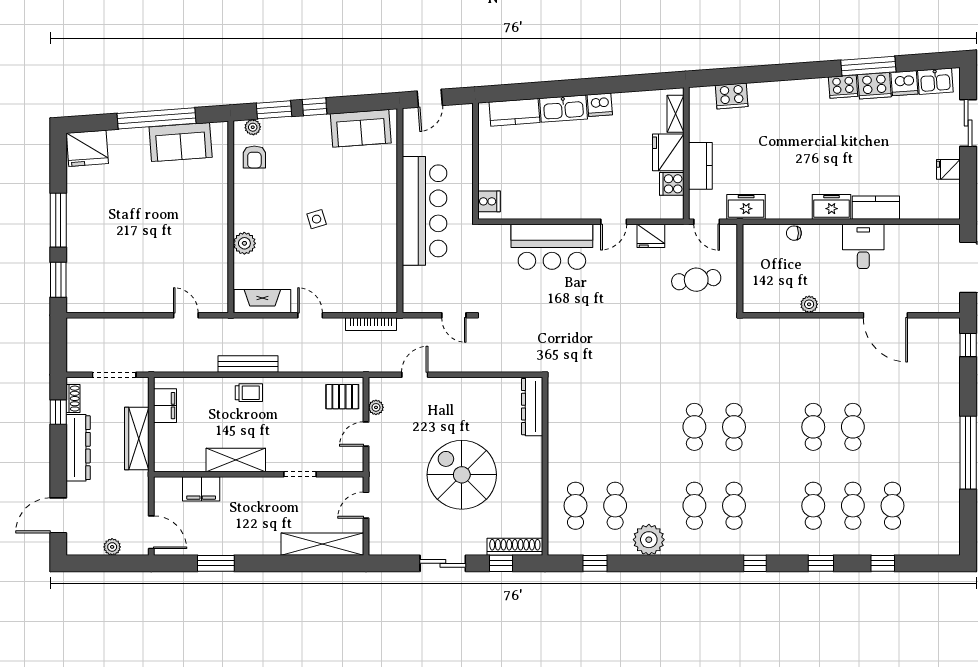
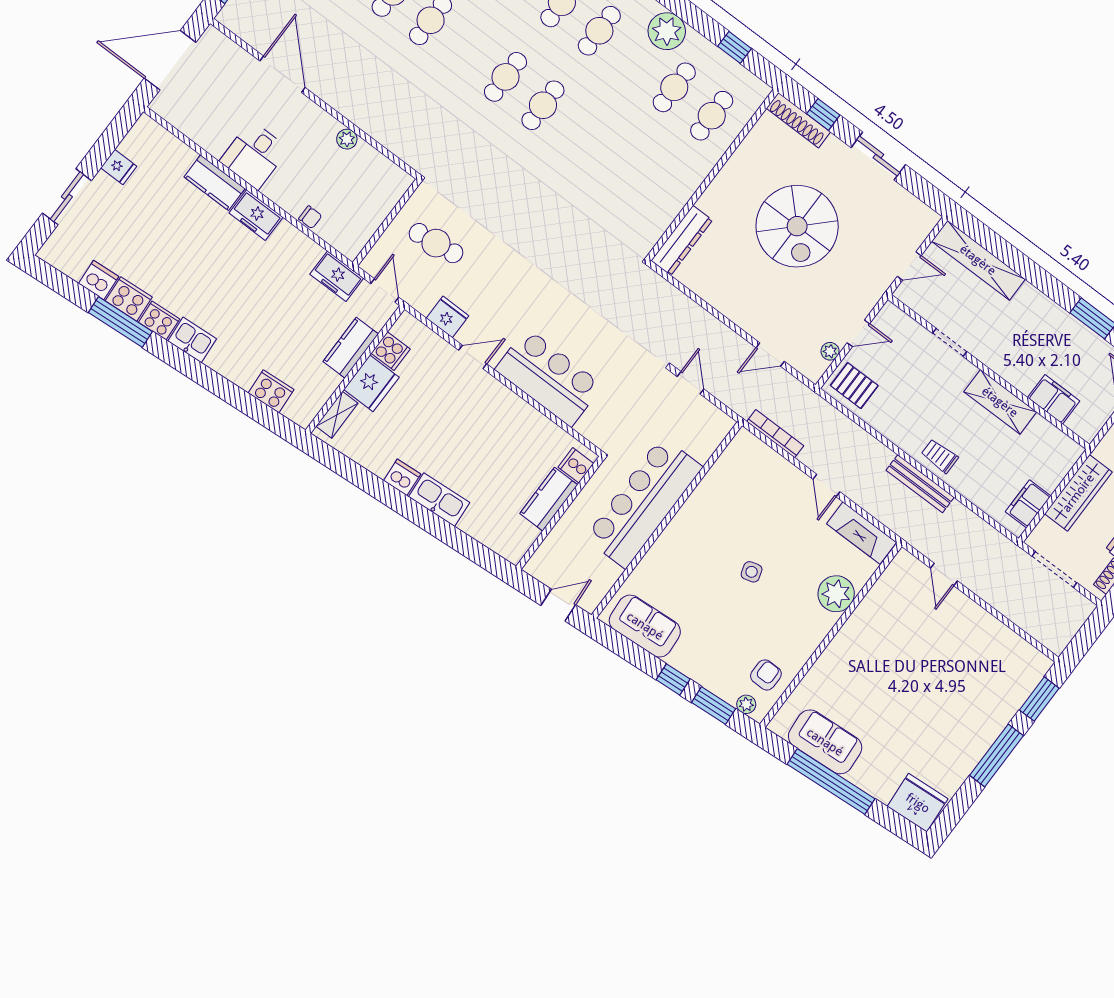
kitchen sink: (935, 81) -> (192, 340), moved
kitchen counter: (514, 112) -> (549, 499), moved, turned -86
plant: (244, 243) -> (836, 594), width x1.36, depth x1.36

